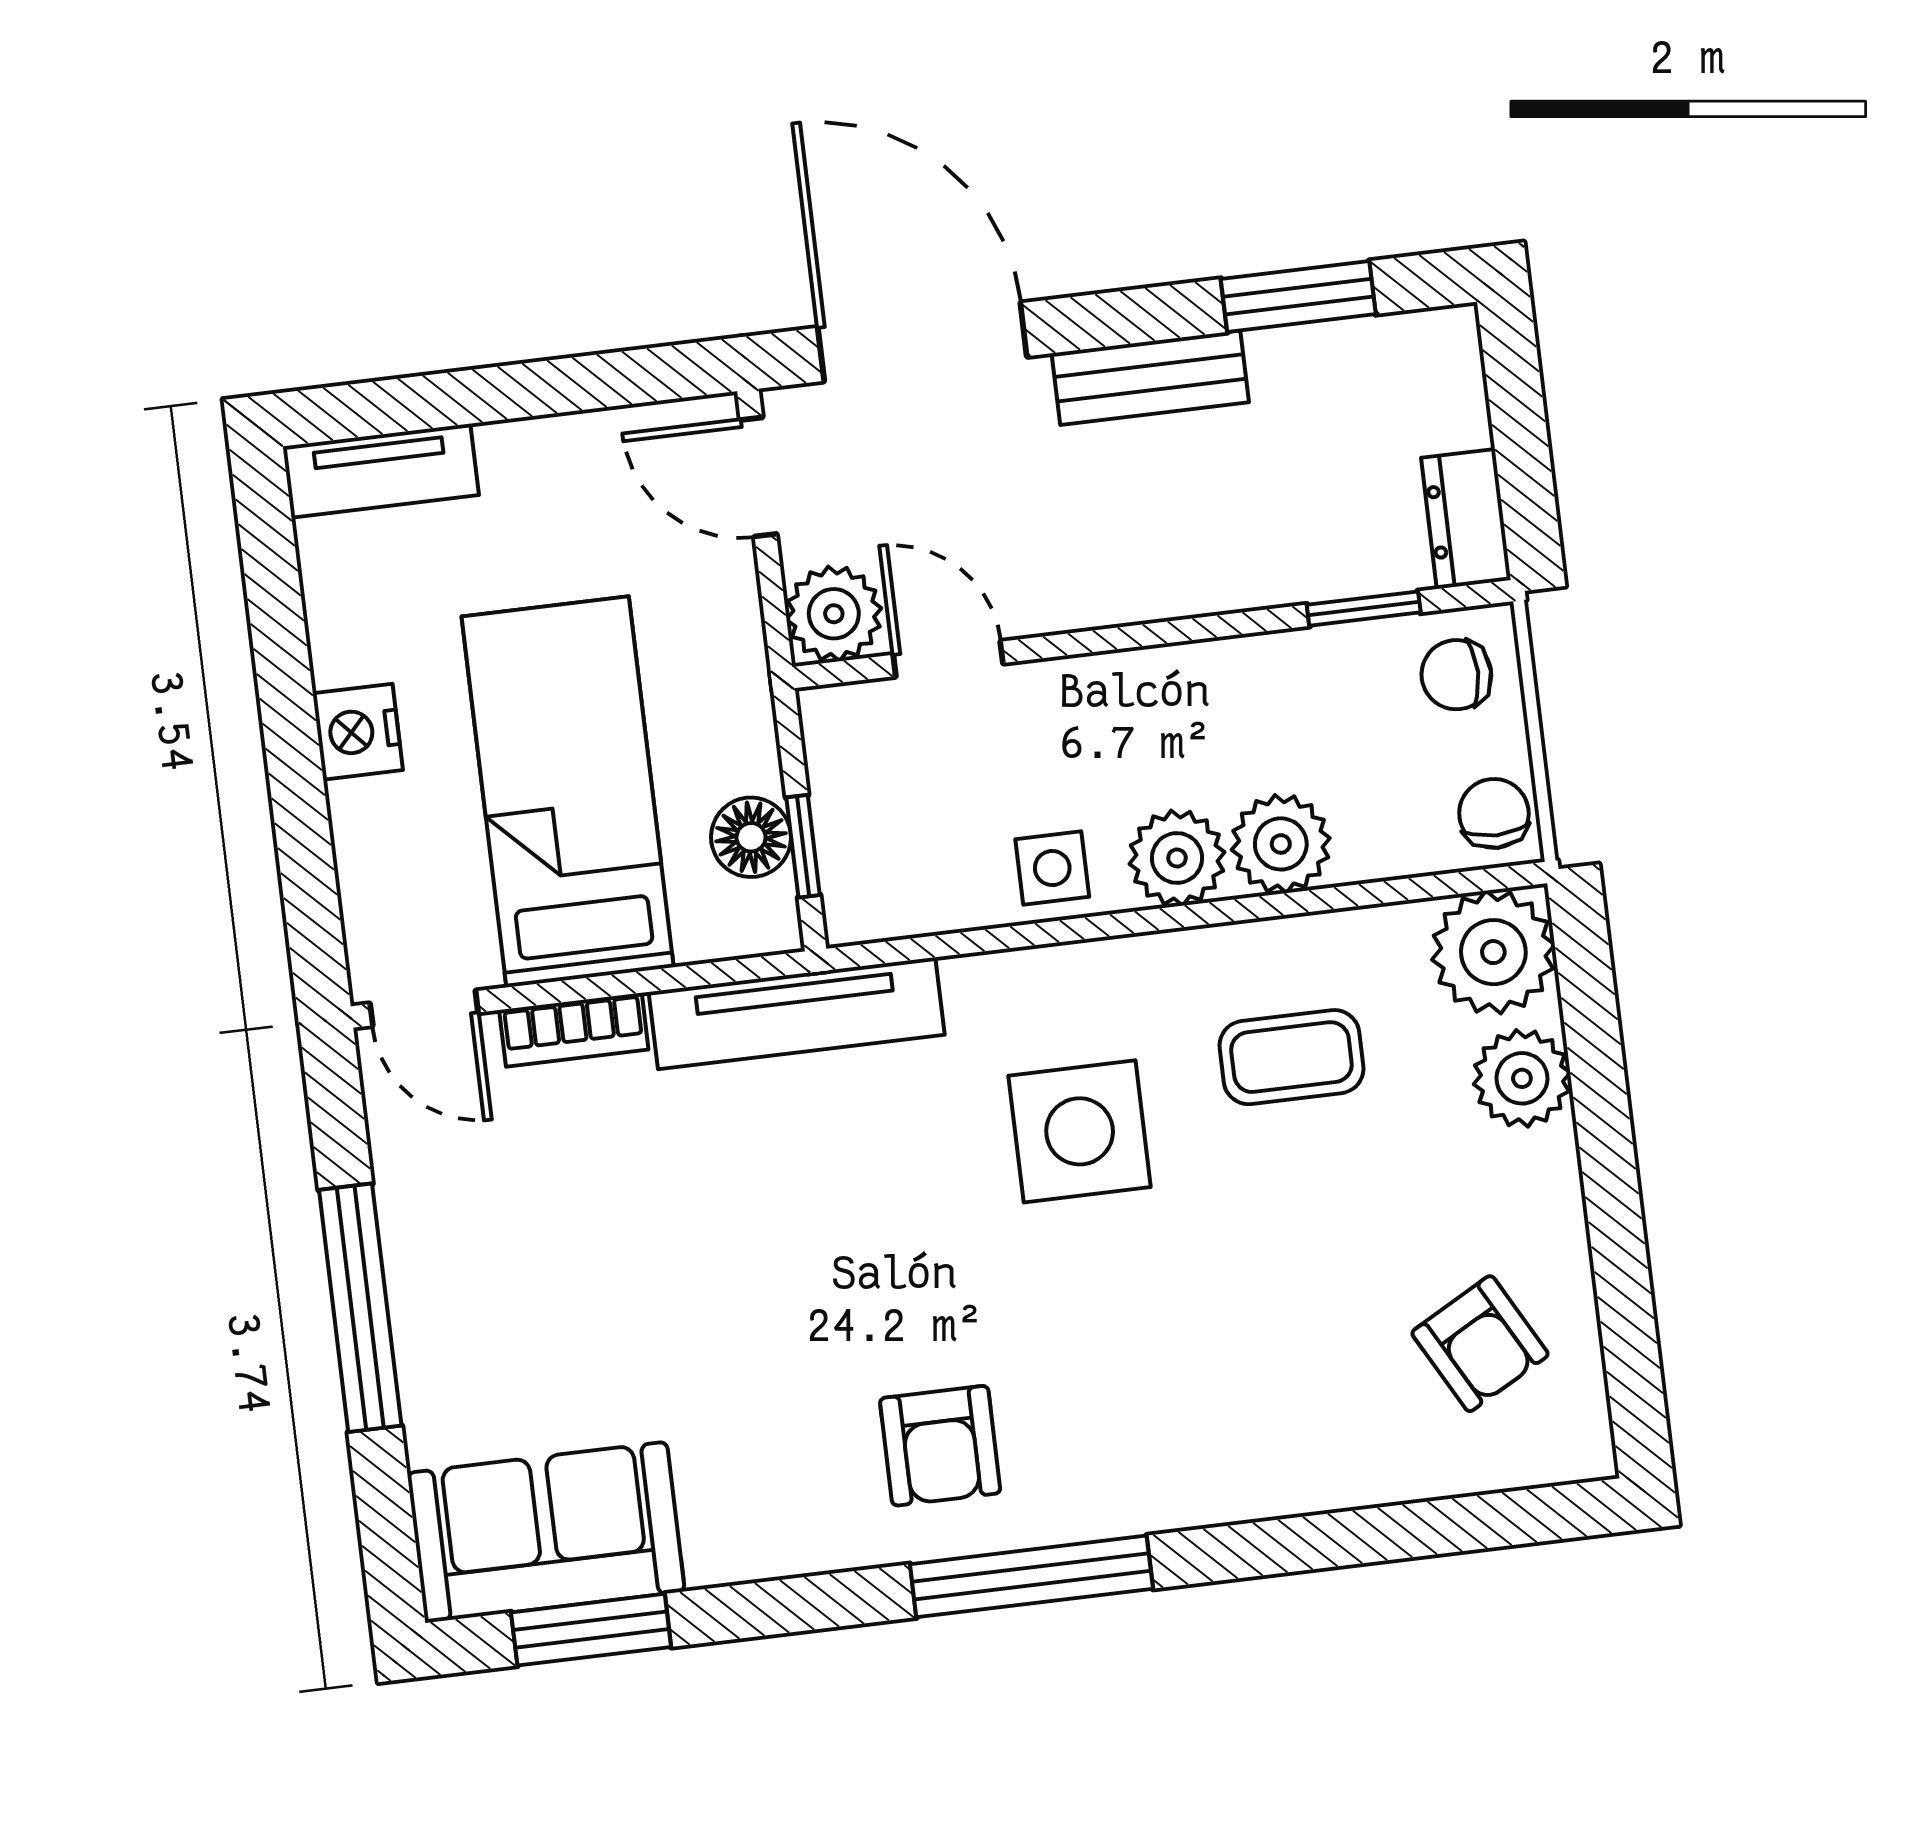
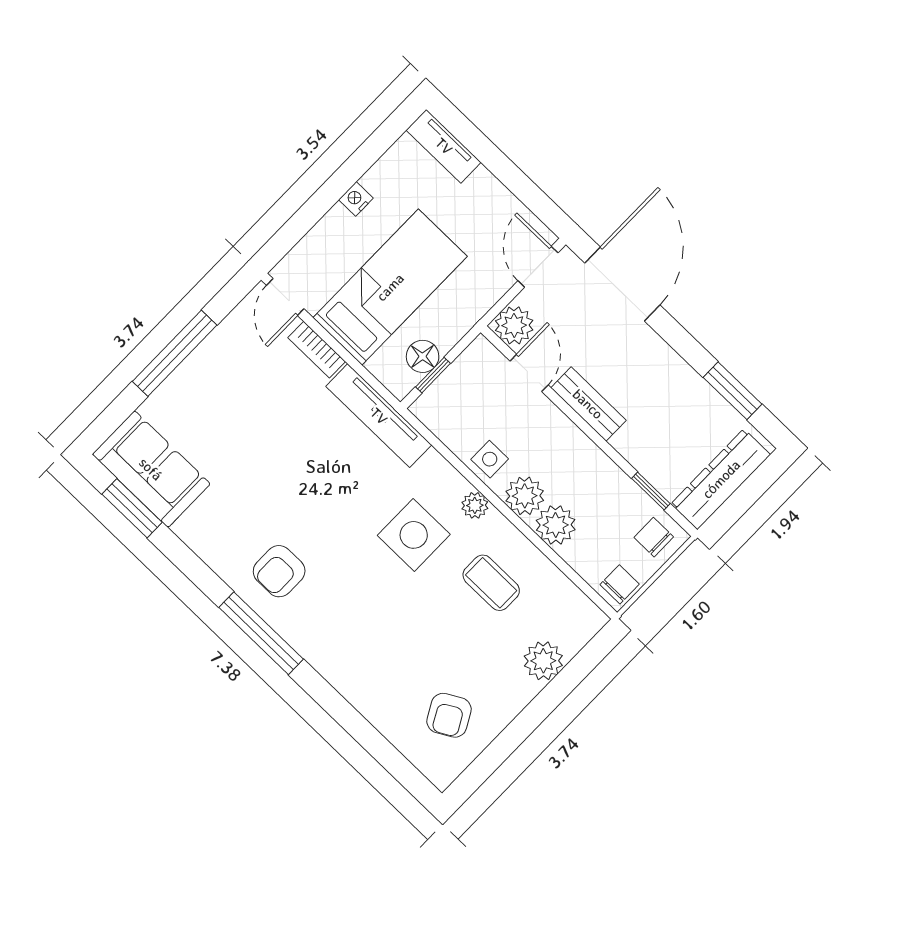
bench: (1150, 378) -> (588, 404), moved
dresser: (1466, 519) -> (721, 479), width x1.96, depth x1.24
nightstand: (358, 732) -> (356, 199), width x0.72, depth x0.74
plant: (1493, 952) -> (475, 505), moved, width x0.53, depth x0.53

